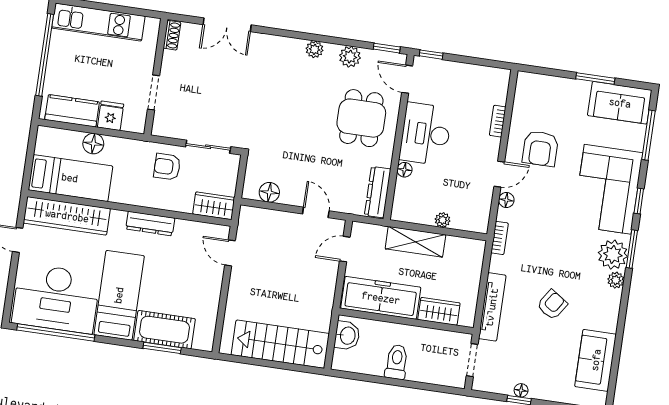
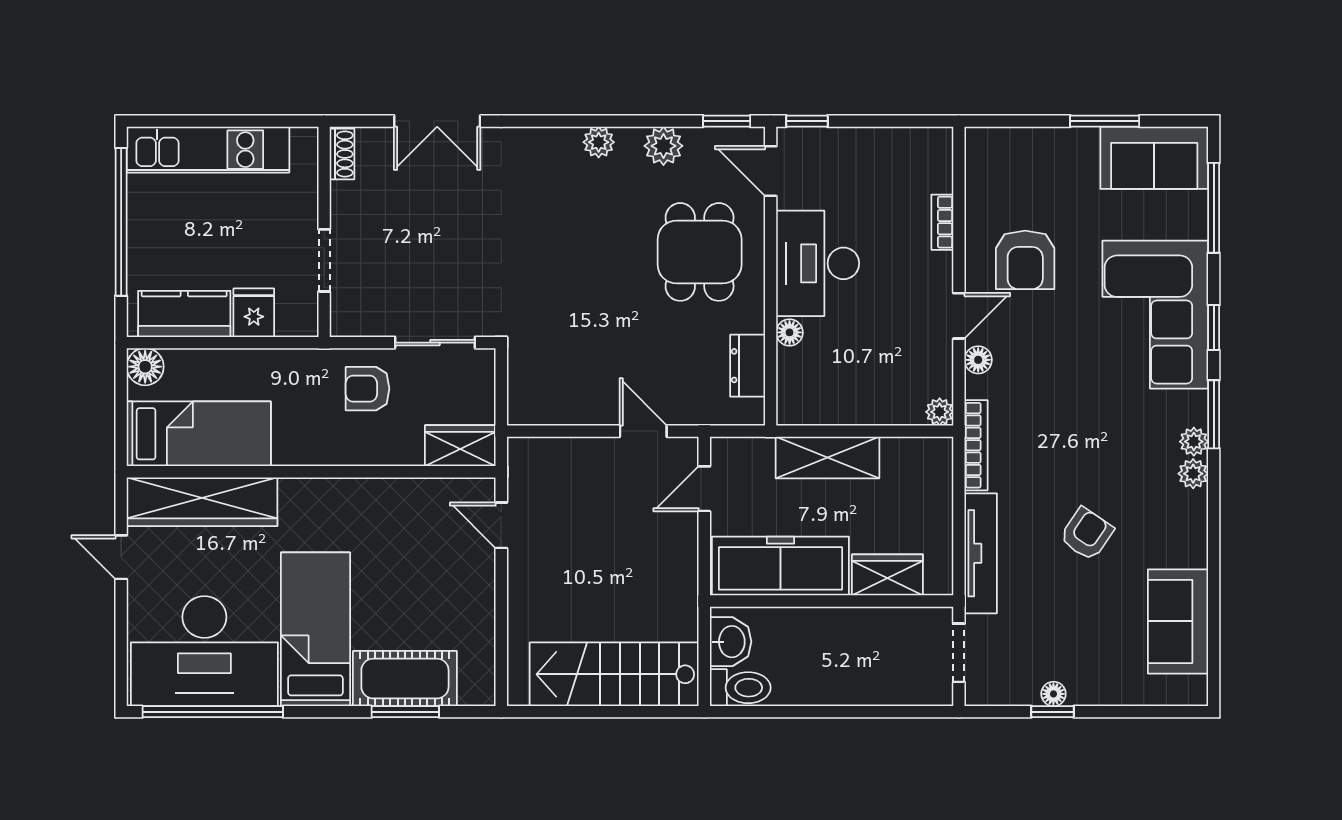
floor lamp: (93, 144) -> (145, 367), moved
floor lamp: (269, 192) -> (555, 408), removed
dresser: (378, 192) -> (748, 366), width x0.70
plant: (443, 220) -> (940, 412), moved
dresser: (150, 224) -> (352, 494), removed
bookcase: (500, 238) -> (976, 445), width x1.56
plant: (613, 255) -> (1194, 442), width x0.53, depth x0.53
toilet: (397, 362) -> (740, 688), moved, turned 90

